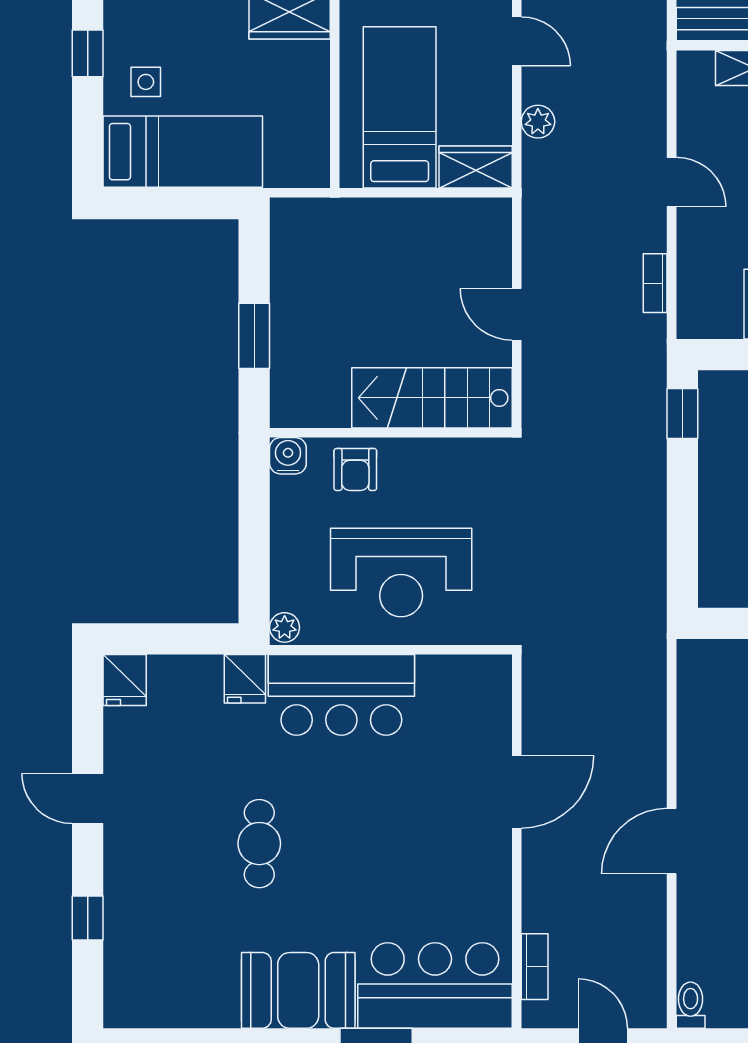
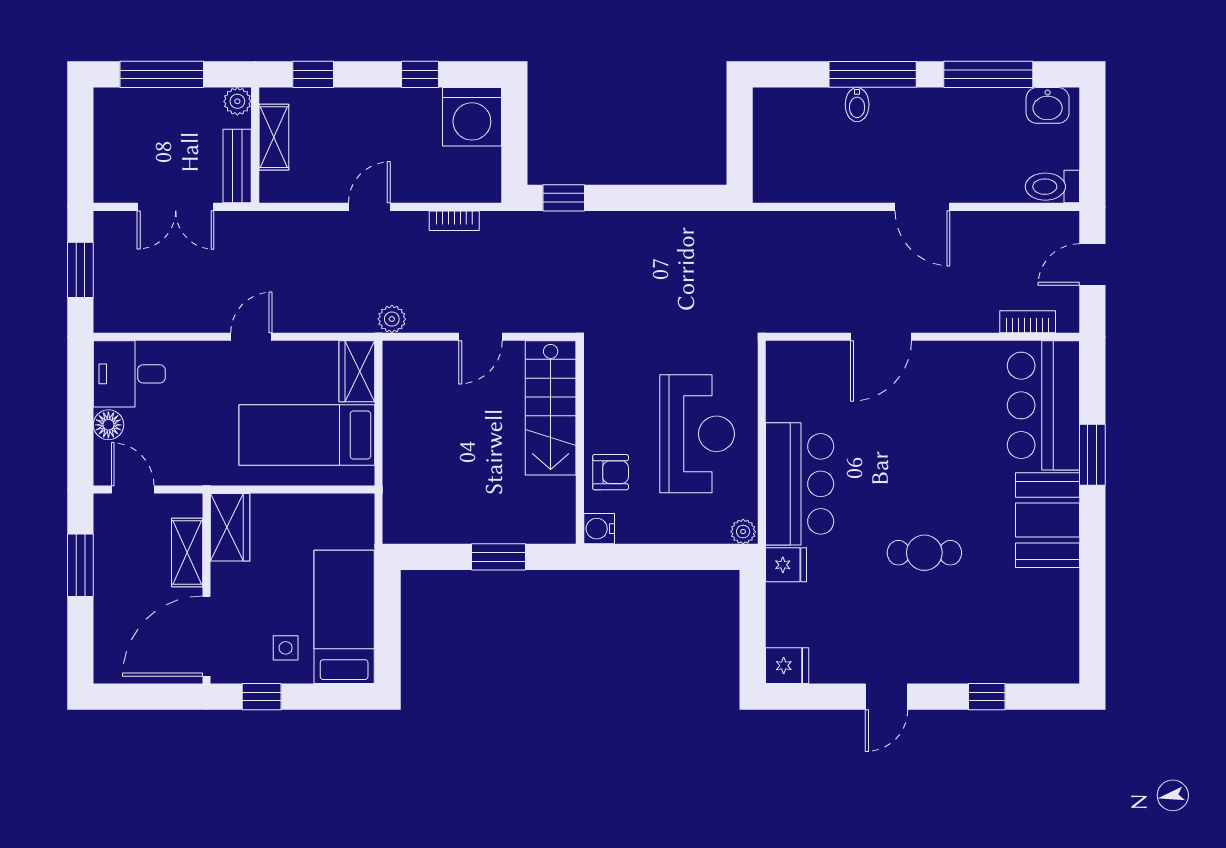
plant: (538, 122) -> (392, 319), moved
door: (517, 792) -> (881, 337), swing flipped
toilet: (691, 1005) -> (1052, 187), width x1.37, depth x1.39

